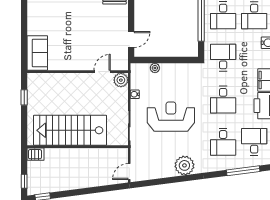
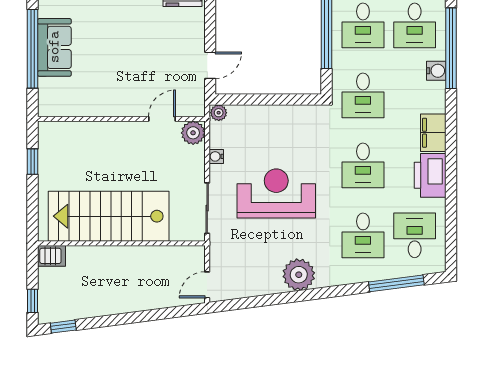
window: (24, 29) -> (32, 49), added
sofa: (37, 53) -> (54, 47), moved
desk: (223, 58) -> (363, 95), turned 180
plant: (155, 68) -> (219, 113), moved

